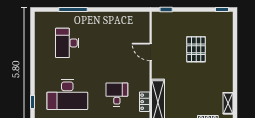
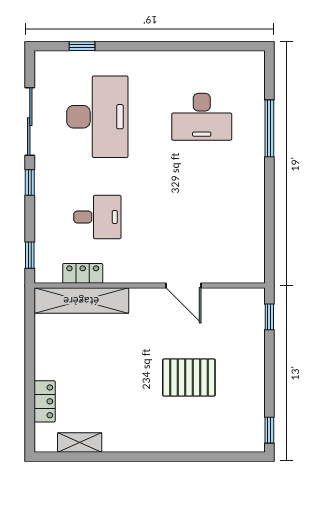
desk: (67, 43) -> (202, 117), turned 180
door: (151, 52) -> (184, 286), swing flipped
desk: (67, 94) -> (97, 117), turned 180

